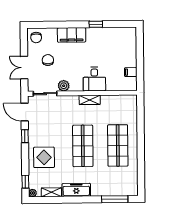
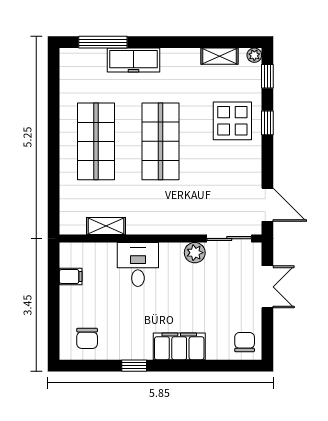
chair: (48, 60) -> (87, 338), moved
shelving: (90, 100) -> (106, 226), moved
window: (25, 136) -> (267, 123), moved
freezer: (76, 190) -> (134, 60), moved

